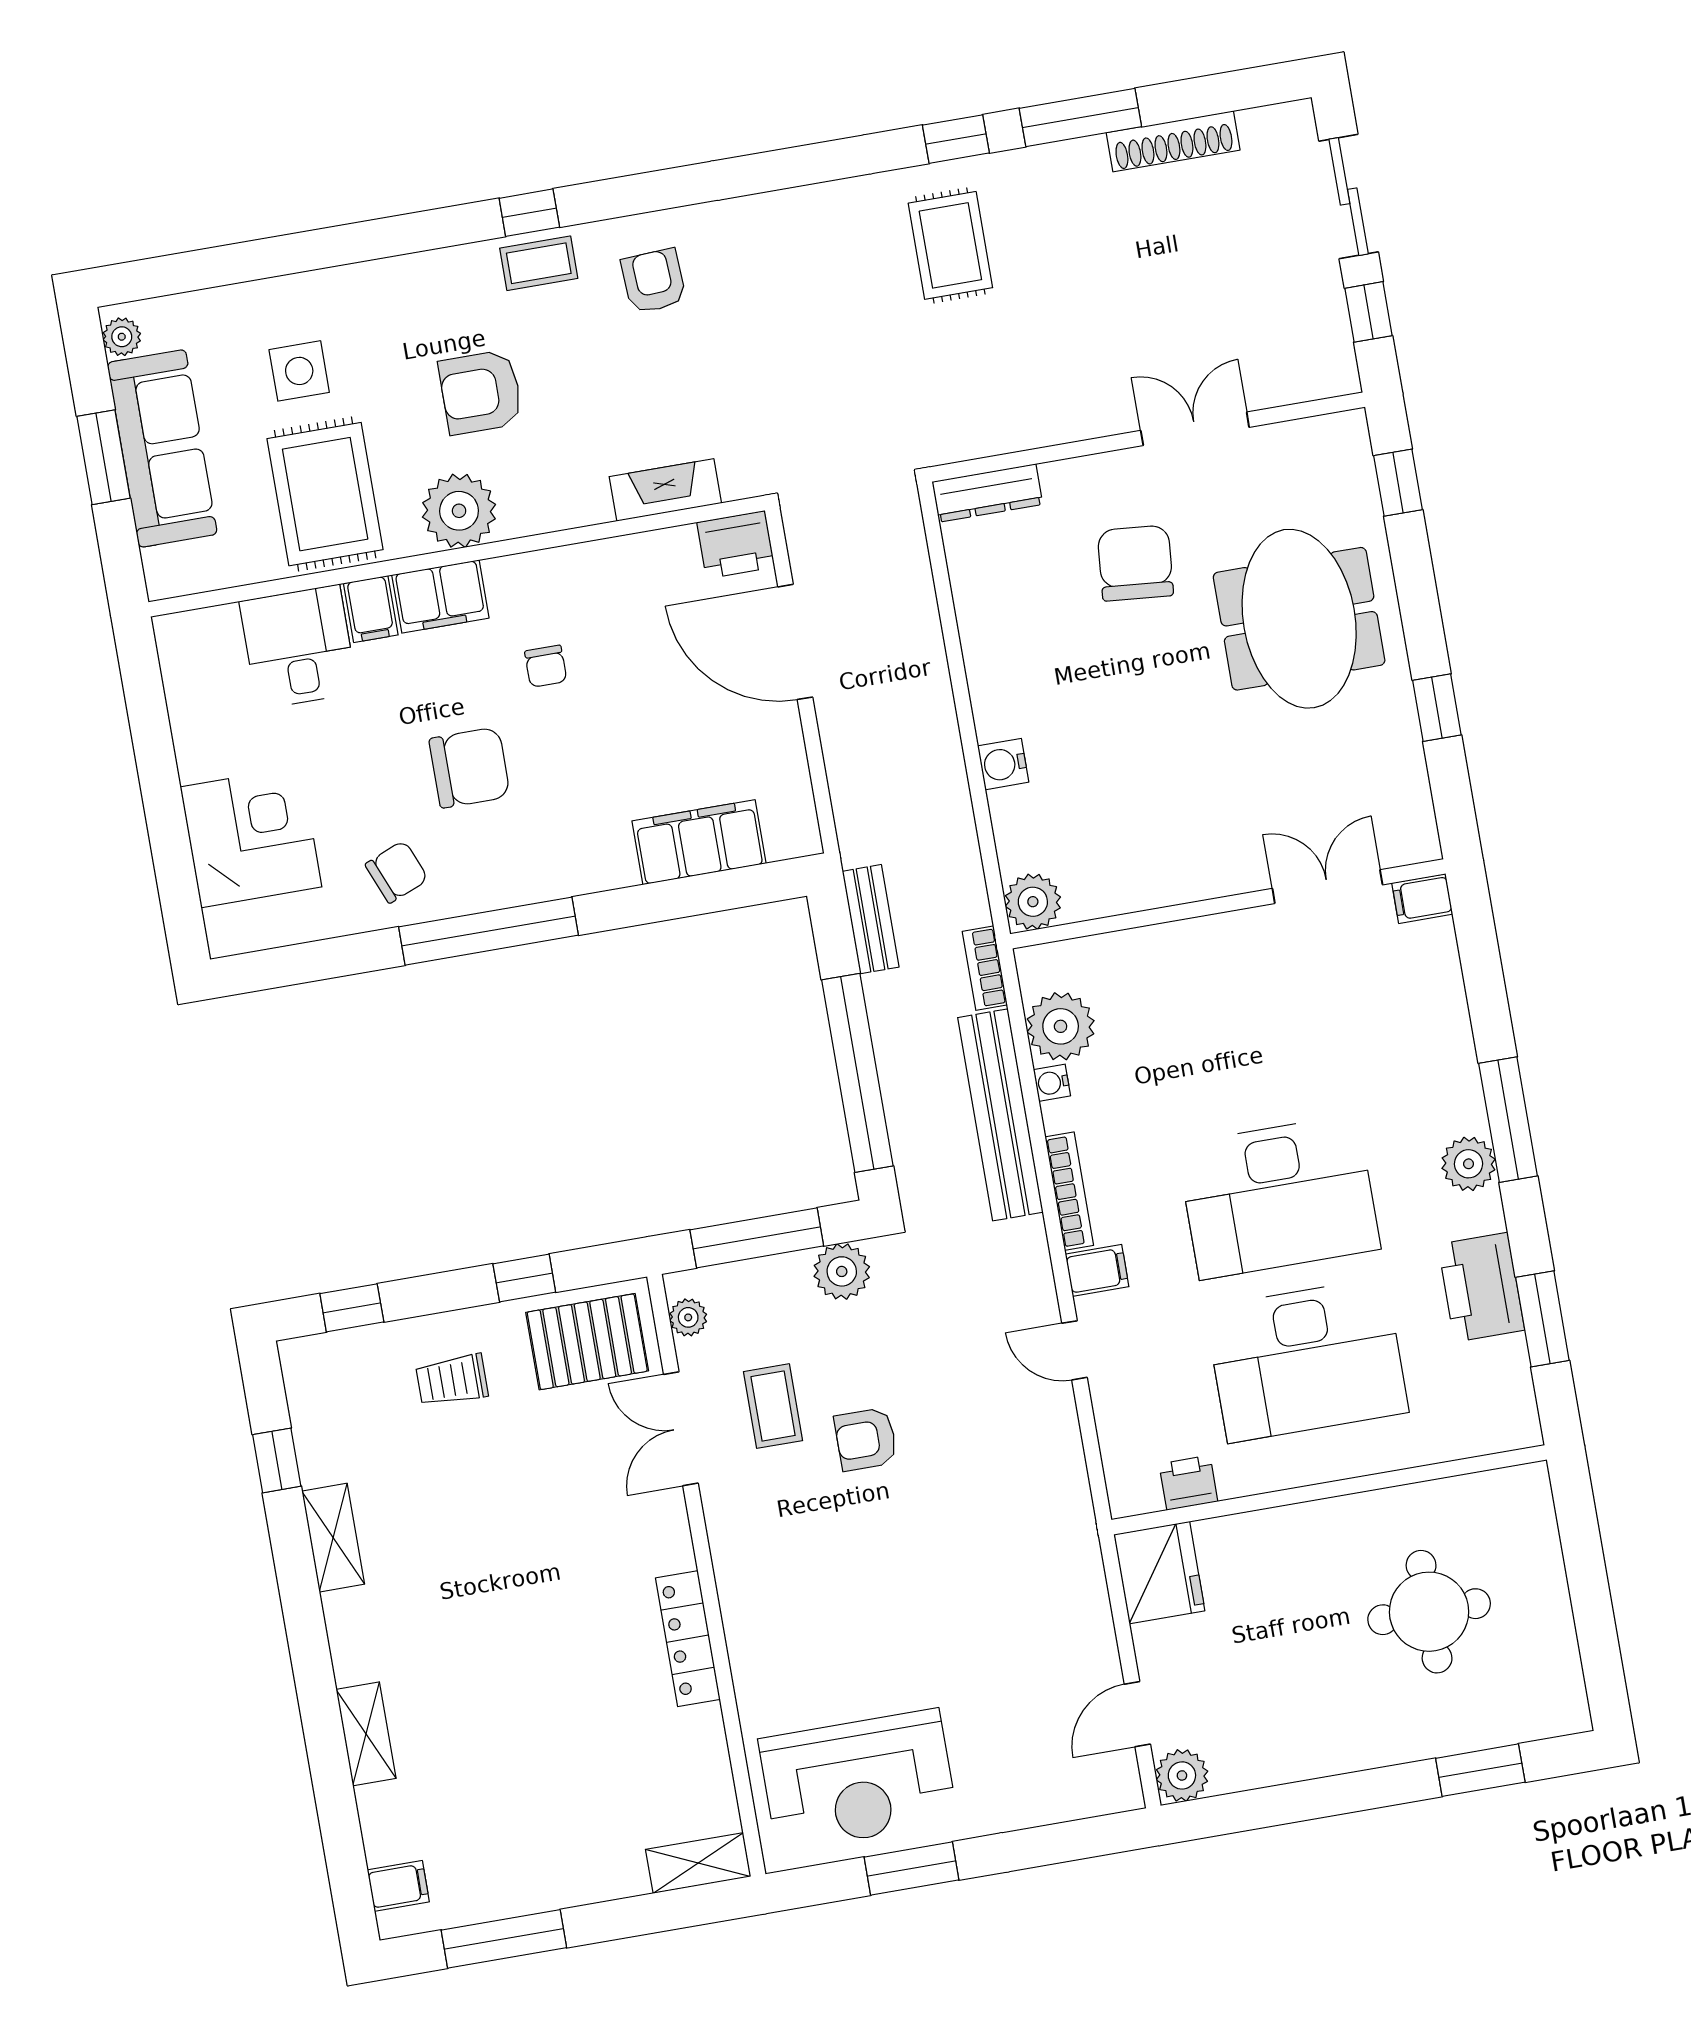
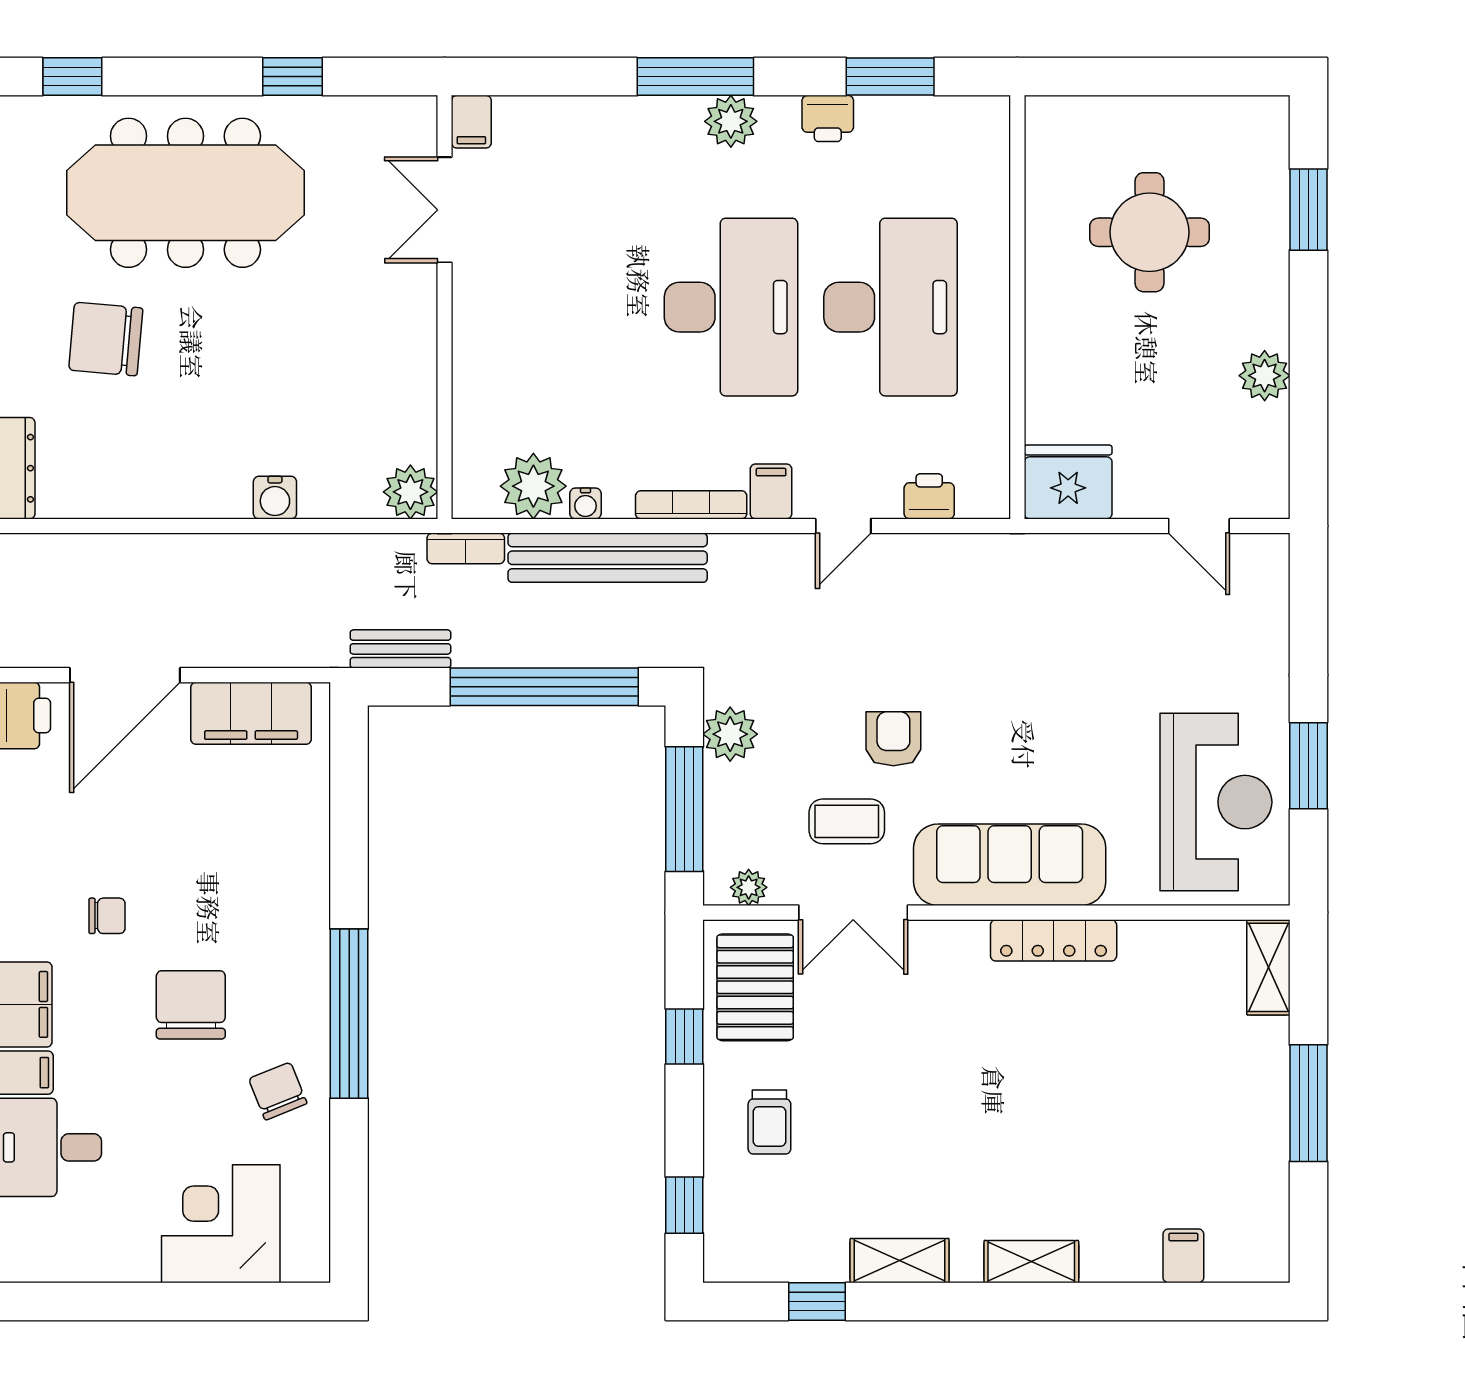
meeting table: (1299, 619) -> (185, 193), width x1.36
filing cabinet: (699, 842) -> (251, 713), moved, turned -90
printer: (1481, 1287) -> (828, 118), width x0.53, depth x0.68
armchair: (866, 1439) -> (893, 739), turned 180
printer: (1188, 1483) -> (929, 496), moved, turned 90
sofa: (757, 1580) -> (1010, 865), added
shelving: (366, 1734) -> (1031, 1262), moved
plant: (1182, 1775) -> (1265, 376), moved
filing cabinet: (398, 1886) -> (1183, 1256), moved
window: (504, 1939) -> (1308, 1103), moved

